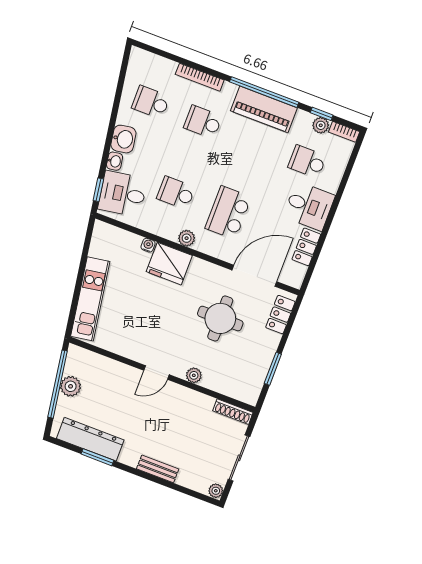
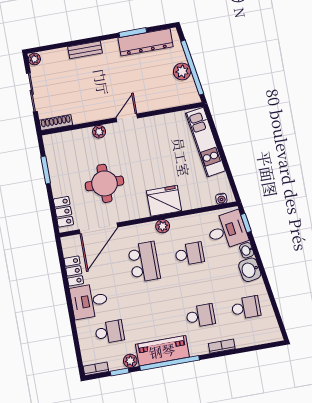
bookcase: (200, 77) -> (222, 346), width x0.64
plant: (321, 125) -> (130, 361), moved
water cooler: (148, 245) -> (221, 199), moved

